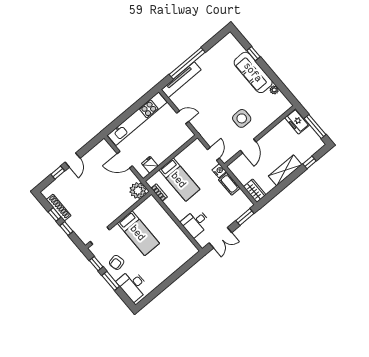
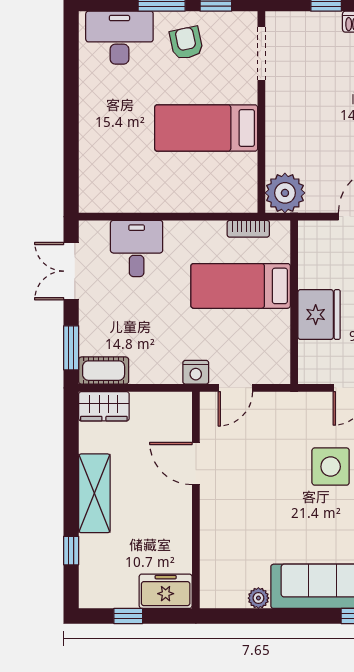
side table: (242, 118) -> (331, 467), moved
window: (315, 127) -> (128, 616), width x0.46
door: (213, 154) -> (235, 388), hinge flipped
fridge: (150, 165) -> (319, 315), moved, width x1.88, depth x1.34
cot: (229, 184) -> (104, 371), moved

